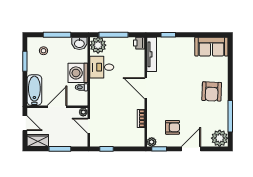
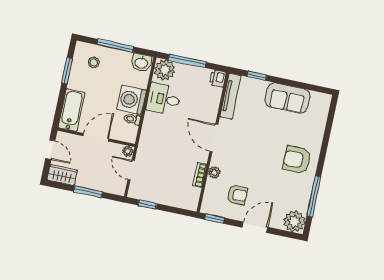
sofa: (211, 47) -> (287, 98), moved
armchair: (212, 91) -> (297, 160), turned 88
plant: (152, 142) -> (214, 172), moved

